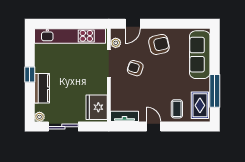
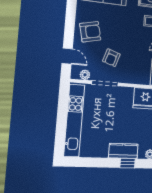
armchair: (159, 44) -> (90, 32), turned 90
window: (30, 74) -> (128, 163), moved

